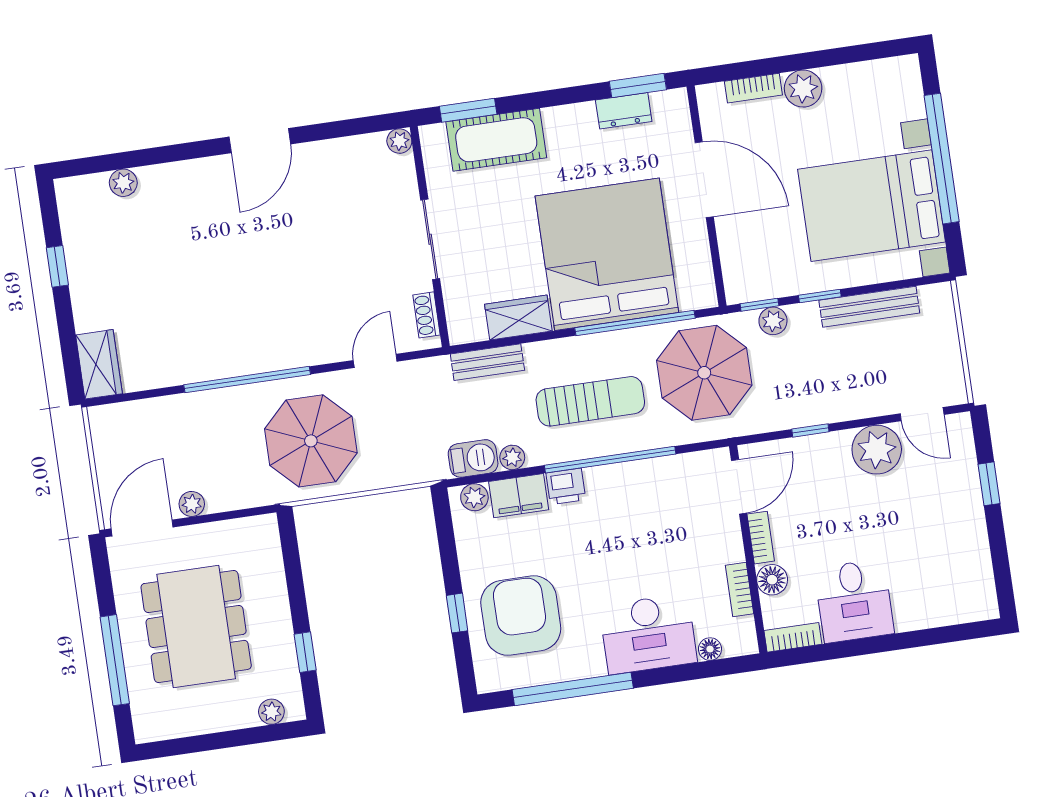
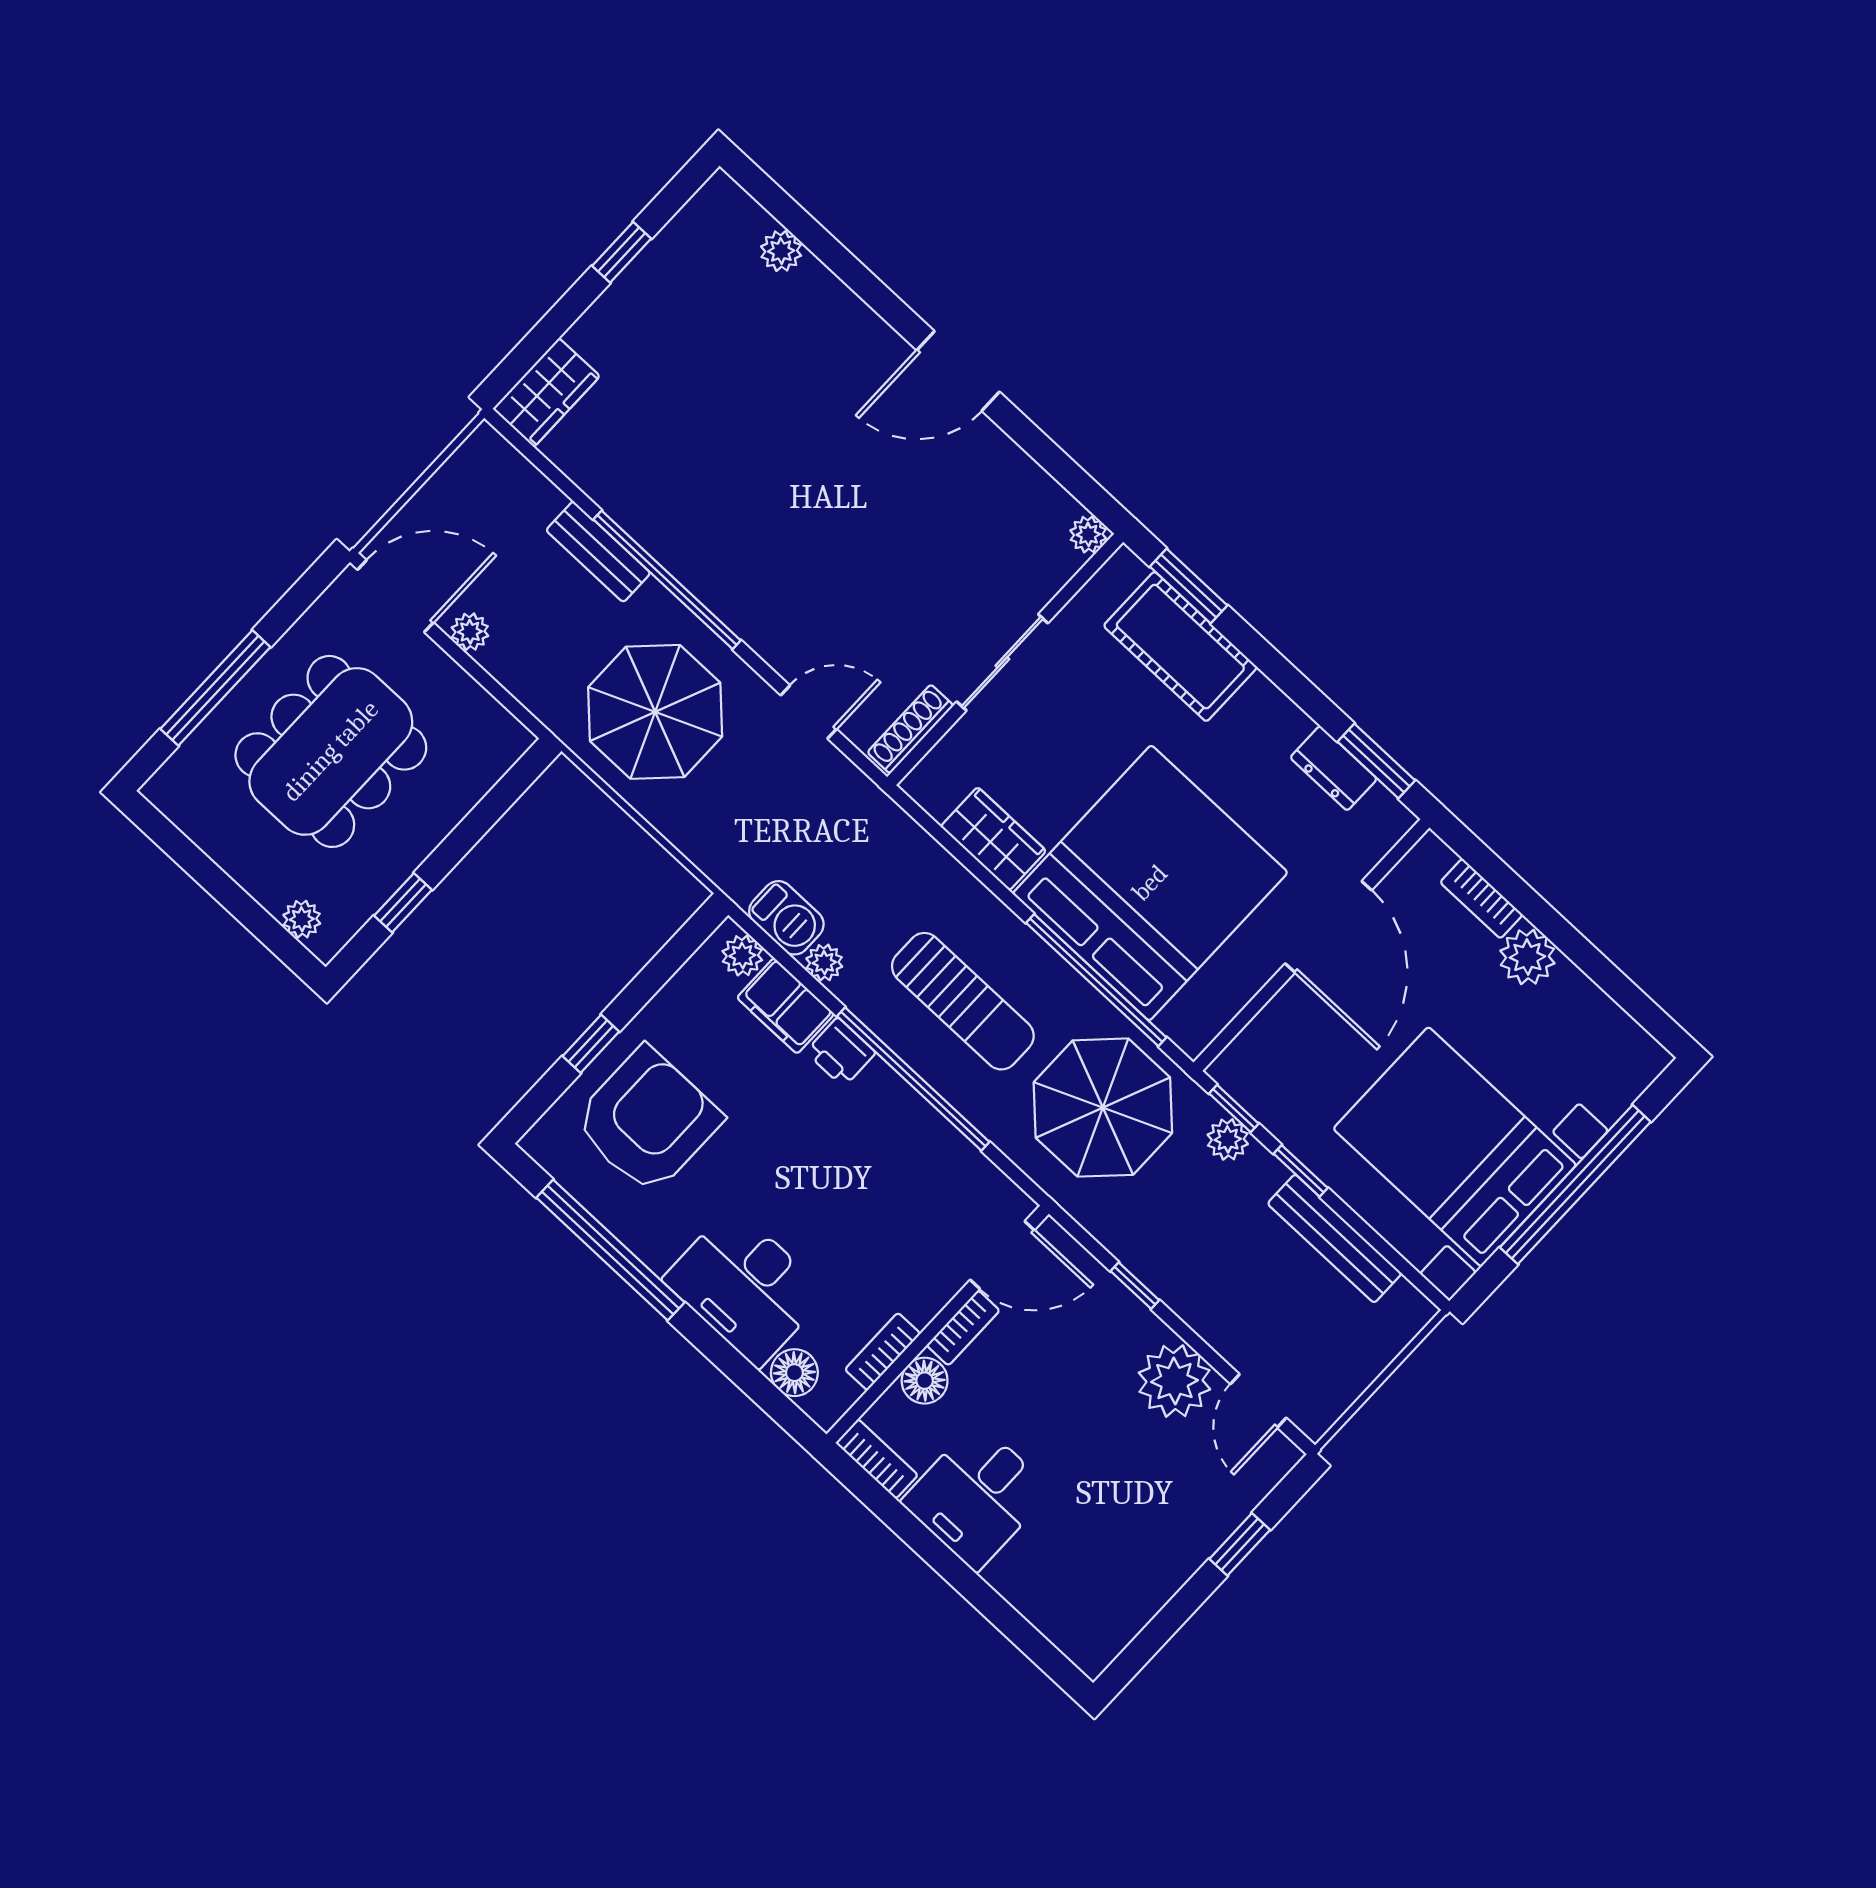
shoe rack: (426, 315) -> (910, 729), width x1.43
bench: (487, 362) -> (598, 552), moved
floor lamp: (710, 649) -> (794, 1373), width x1.37, depth x1.37

